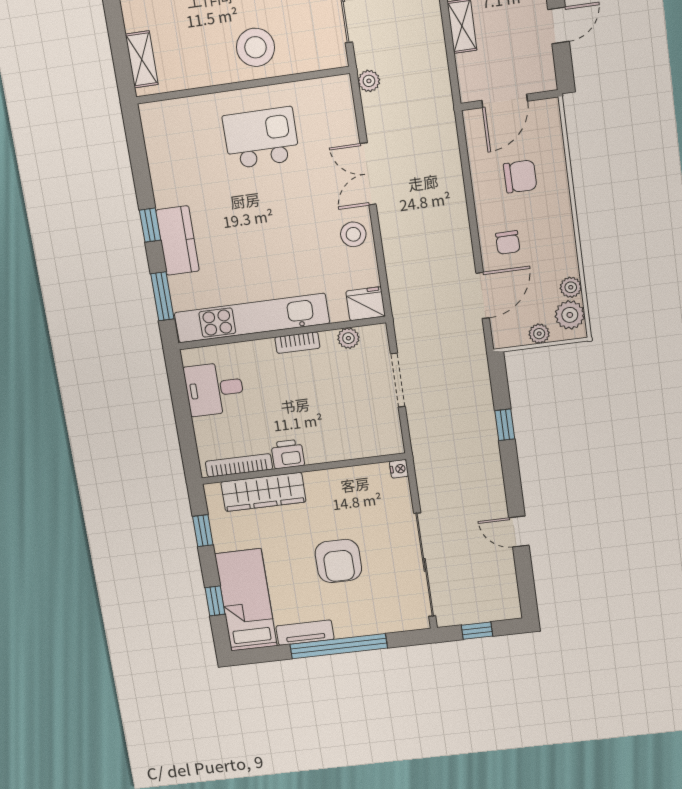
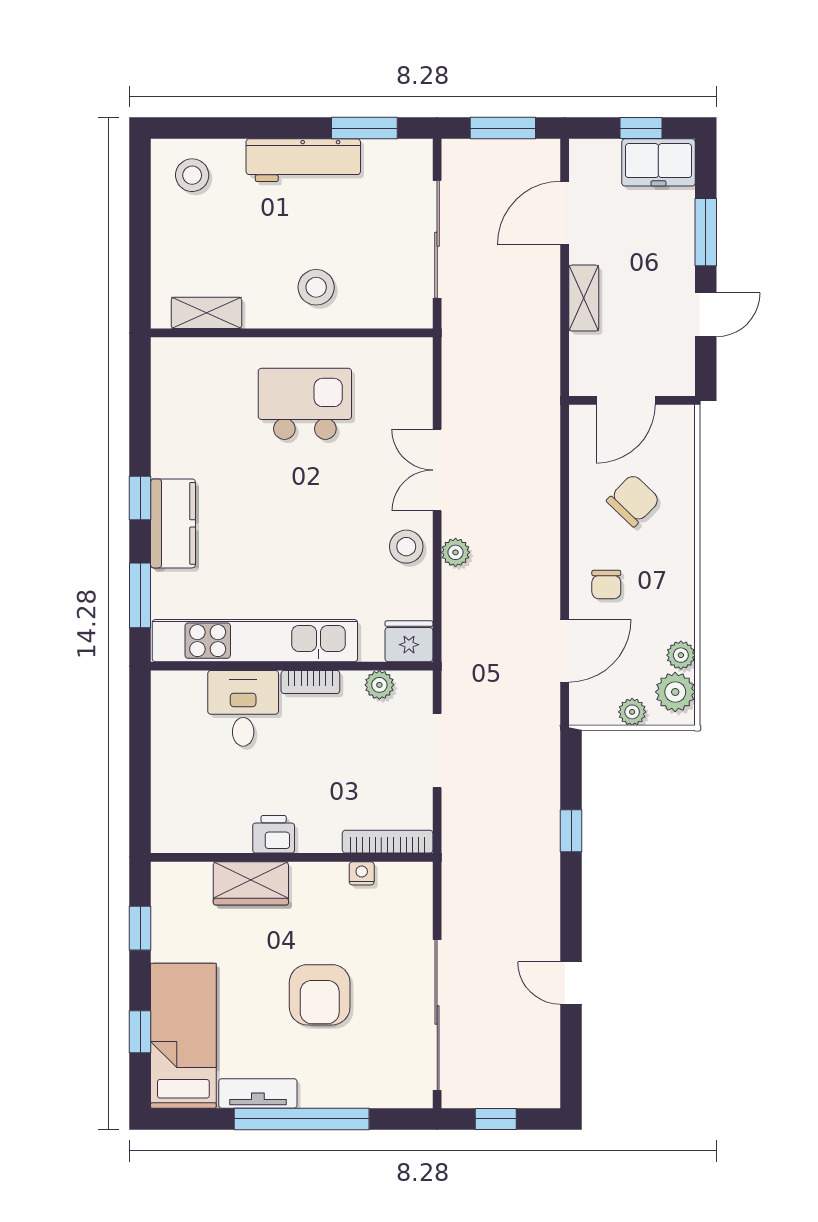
stool: (255, 47) -> (316, 287), width x0.73, depth x0.73
shelving: (142, 59) -> (206, 313), moved, turned 90
plant: (369, 81) -> (456, 552), moved
chair: (520, 176) -> (633, 500), turned -46
desk: (214, 389) -> (243, 708), moved, turned 90
bookcase: (239, 465) -> (388, 842), moved
nightstand: (399, 469) -> (362, 873), moved, turned -90
wardrobe: (263, 492) -> (251, 883), width x0.67

